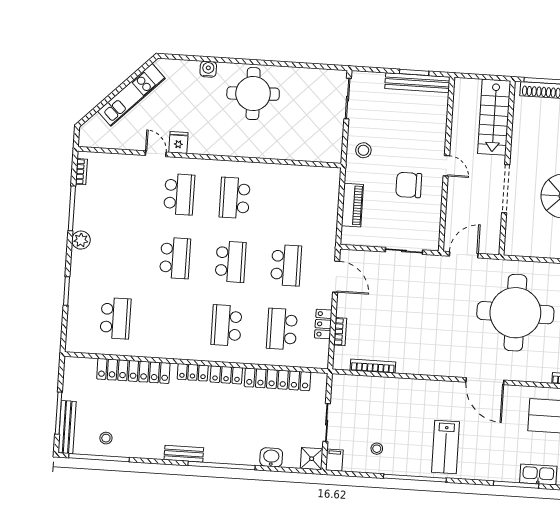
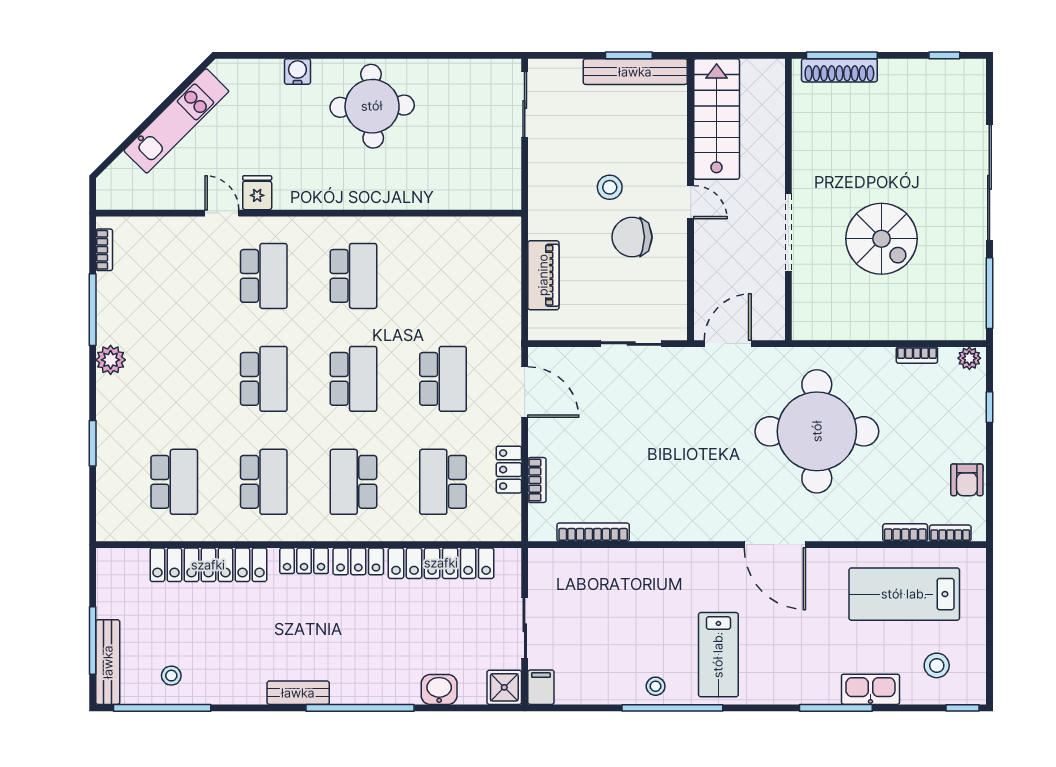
stairs: (494, 117) -> (717, 119), moved, turned 180
stool: (363, 150) -> (610, 187), moved
school desk: (235, 198) -> (353, 276), turned 180
school desk: (171, 322) -> (264, 482), added
stool: (377, 449) -> (656, 686), moved

